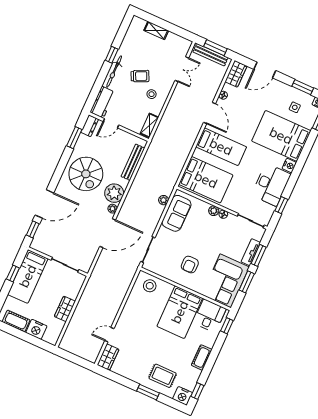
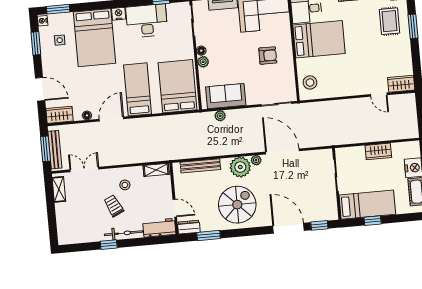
shelving: (156, 30) -> (59, 189), moved

